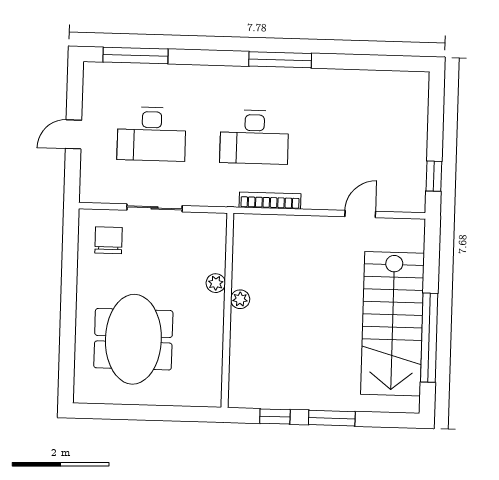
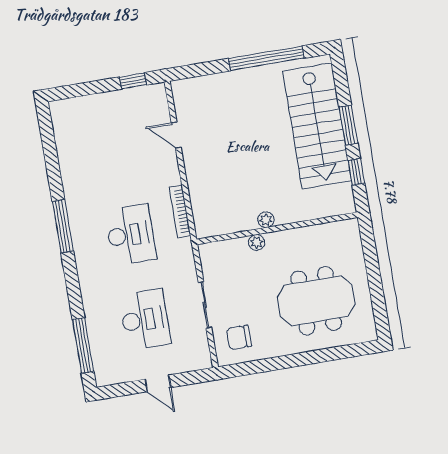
stairs: (392, 324) -> (317, 126), moved, turned 90

